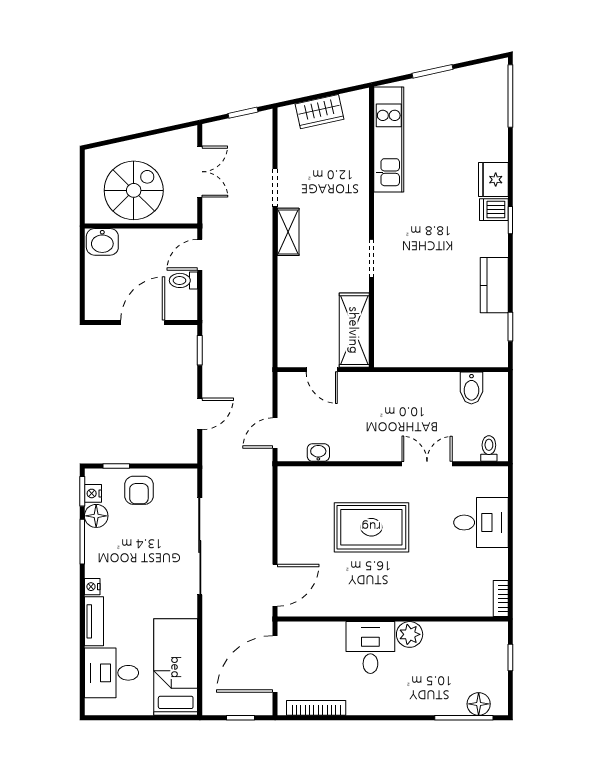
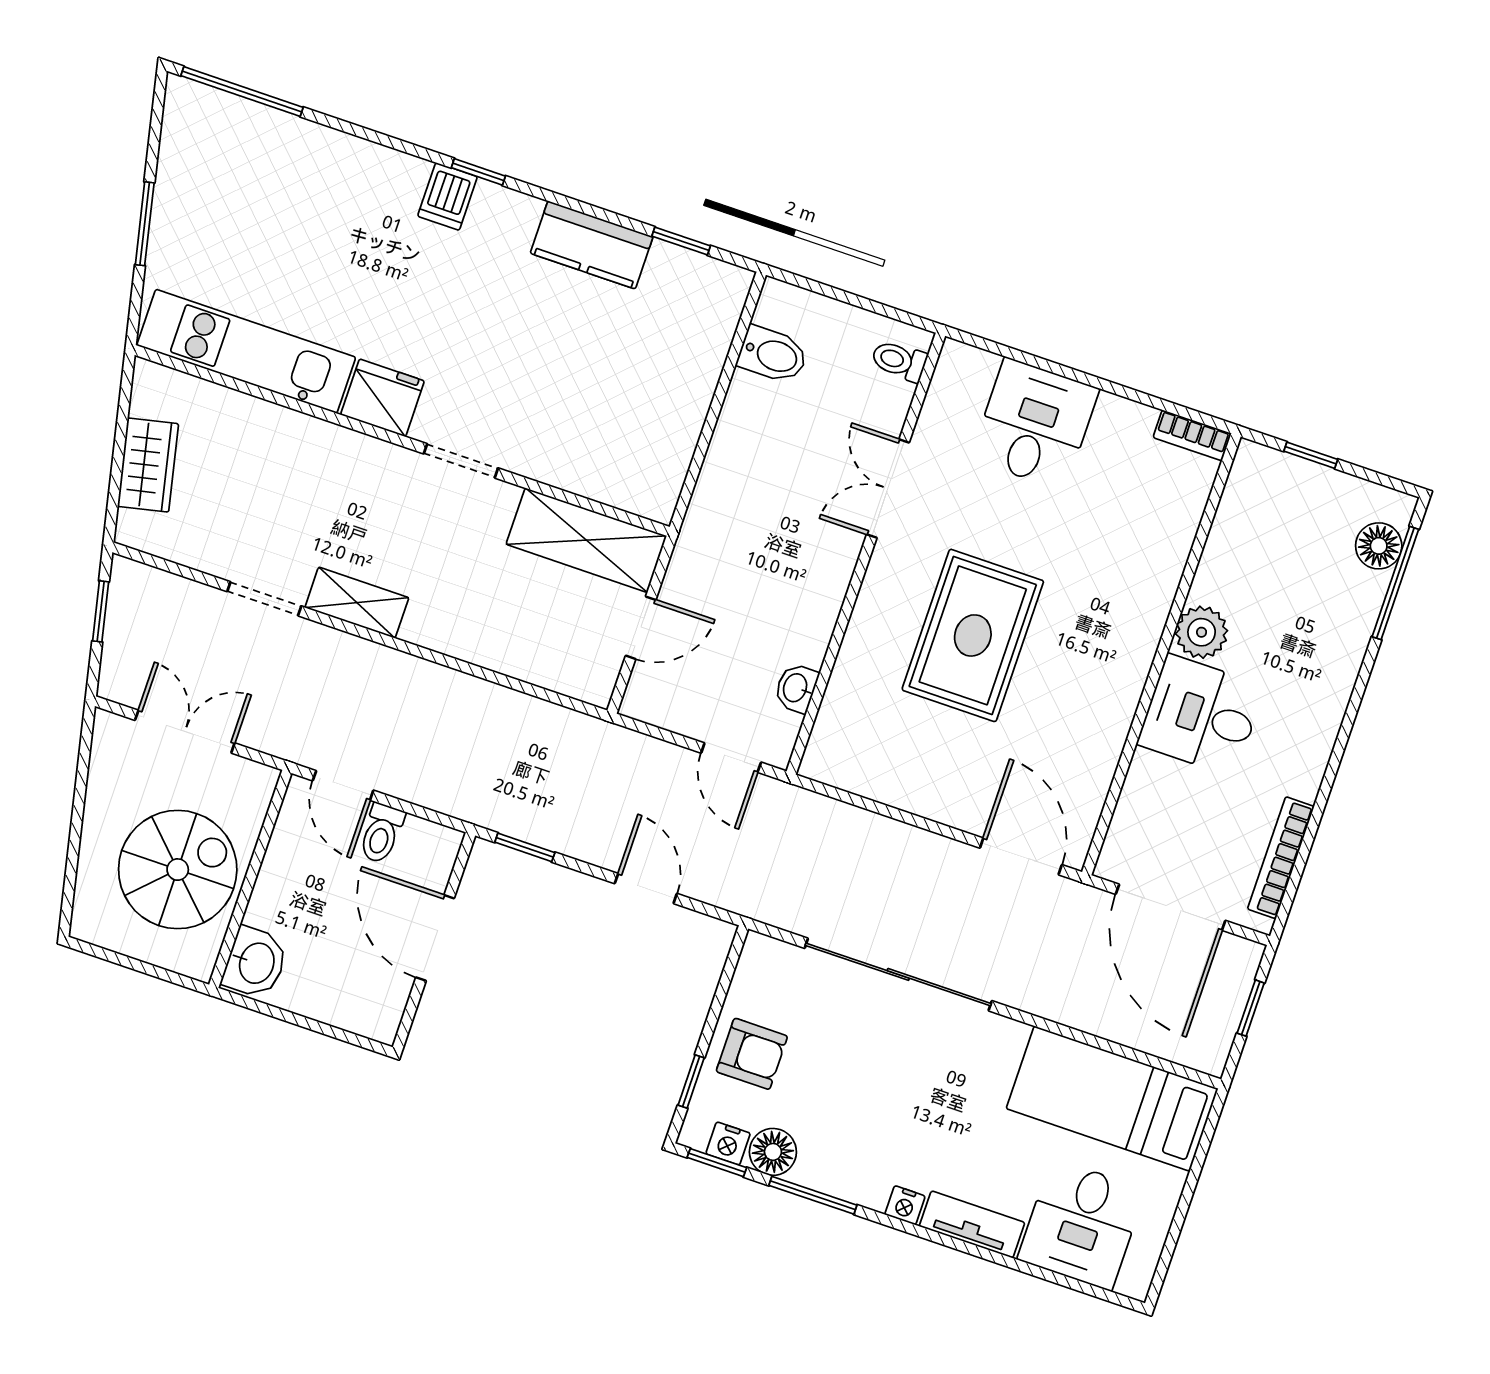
fridge: (493, 180) -> (382, 398), moved, turned 180
spiral stairs: (134, 190) -> (178, 870), turned 90

